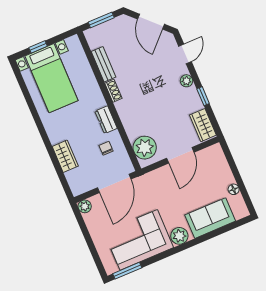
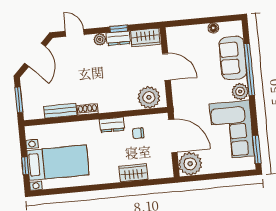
door: (151, 22) -> (35, 55), hinge flipped
dresser: (194, 99) -> (118, 38), added
plant: (85, 206) -> (190, 164), width x1.88, depth x1.88
window: (204, 238) -> (249, 69), added

